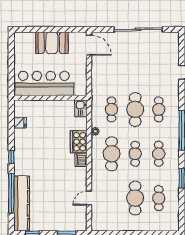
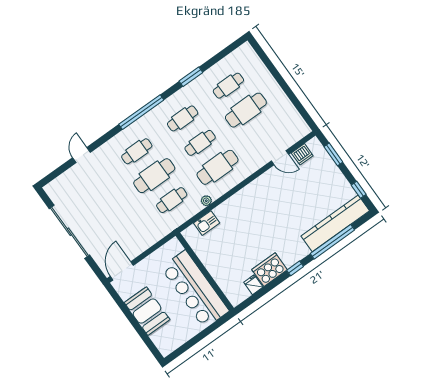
kitchen sink: (81, 108) -> (207, 223), moved
cooker: (79, 142) -> (270, 270), moved, turned 180
dishwasher: (81, 160) -> (302, 154), moved

